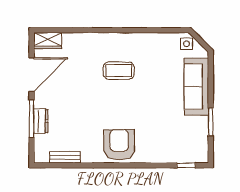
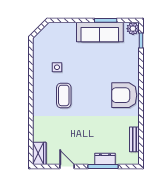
side table: (187, 44) -> (57, 67), moved
door: (32, 75) -> (67, 166), width x0.53
sofa: (196, 87) -> (100, 32), moved
plant: (201, 155) -> (133, 29), added

